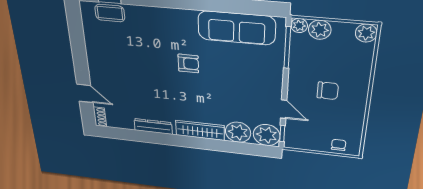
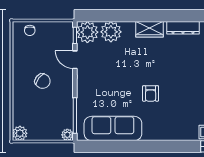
plant: (320, 30) -> (52, 133), removed
armchair: (188, 63) -> (151, 93), turned -90
chair: (328, 91) -> (43, 81), turned -143
wardrobe: (200, 130) -> (150, 29), width x0.67

